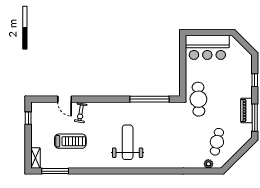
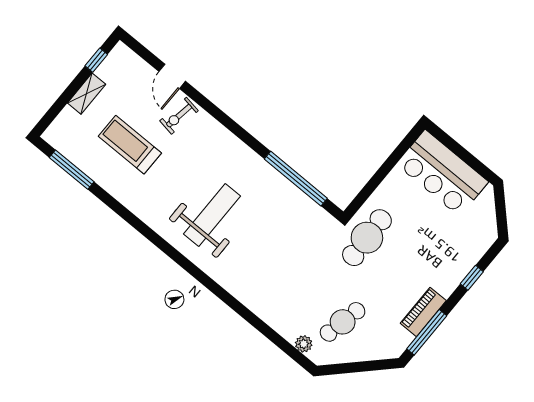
treadmill: (70, 141) -> (130, 145), turned 180
shelving: (35, 158) -> (87, 94), moved

